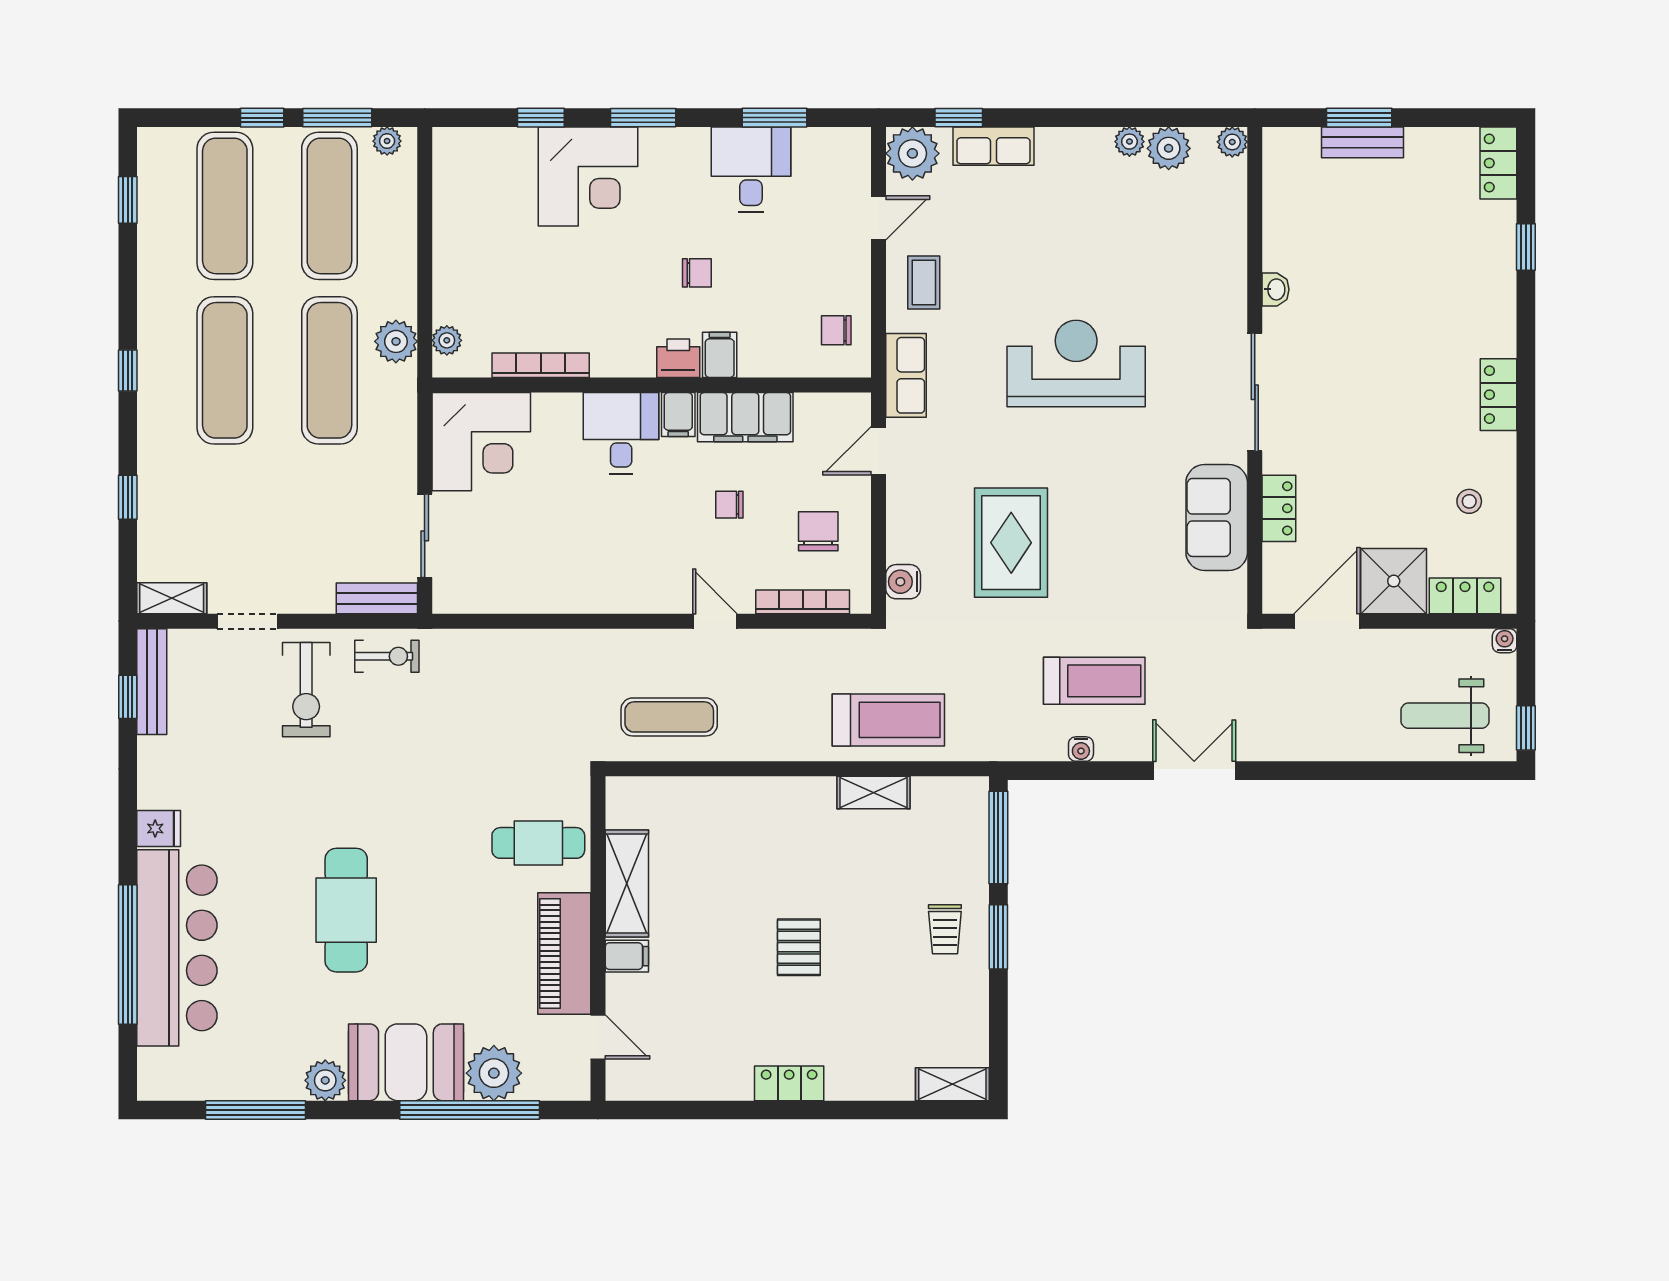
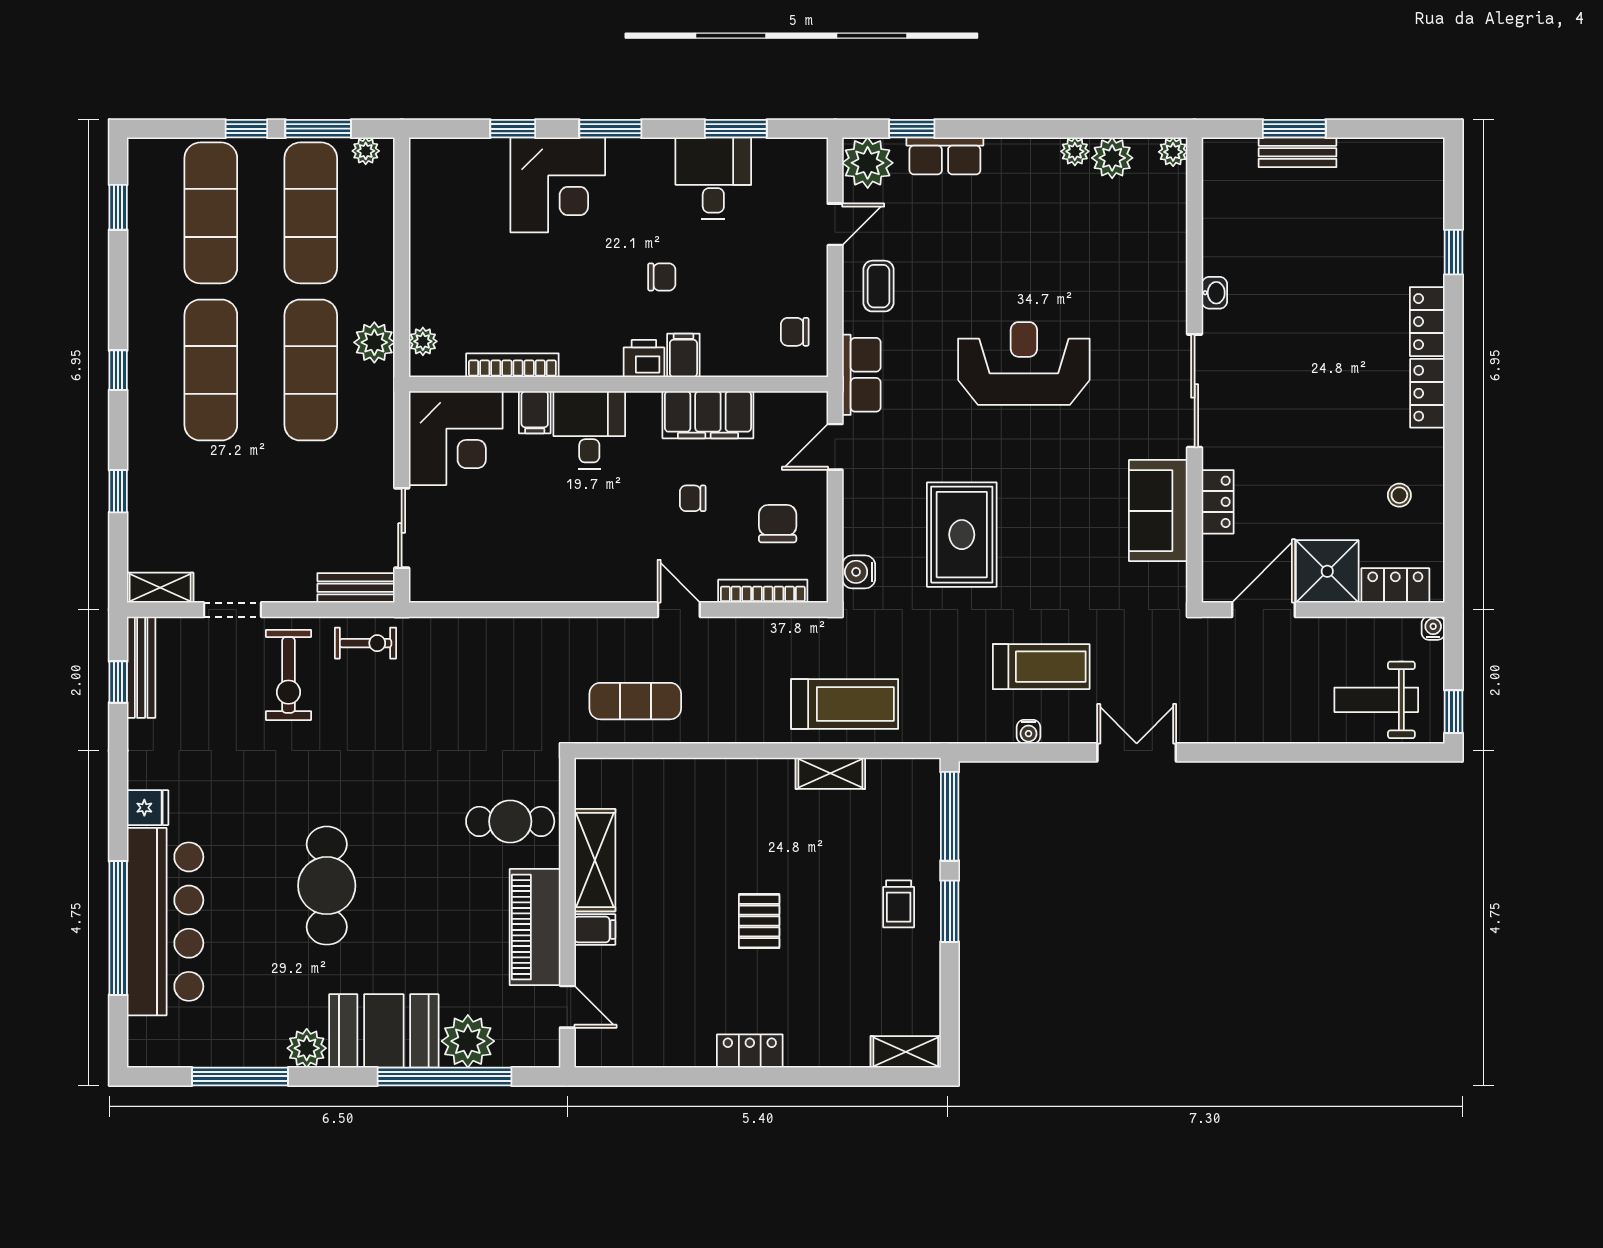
locker: (1498, 163) -> (1427, 322), moved
filing cabinet: (678, 415) -> (535, 412), moved

